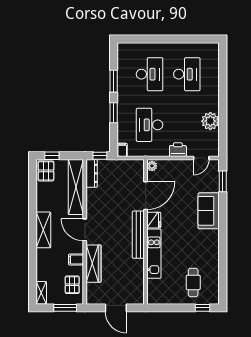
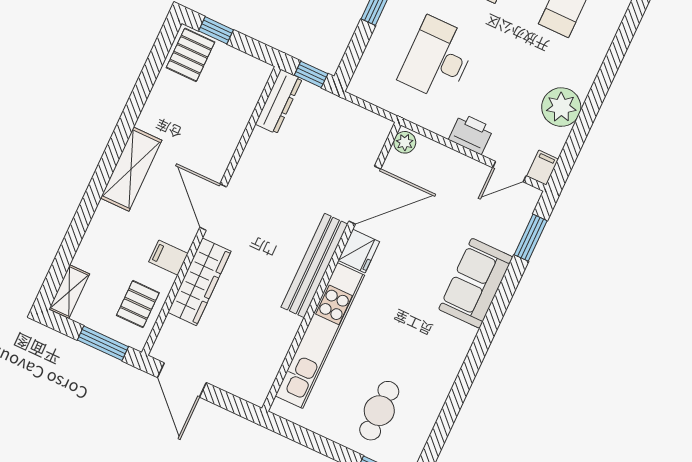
filing cabinet: (122, 150) -> (543, 168), moved
shelving: (76, 187) -> (235, 114), removed
kitchen unit: (154, 254) -> (320, 336), width x1.36
door: (116, 308) -> (182, 380), moved

